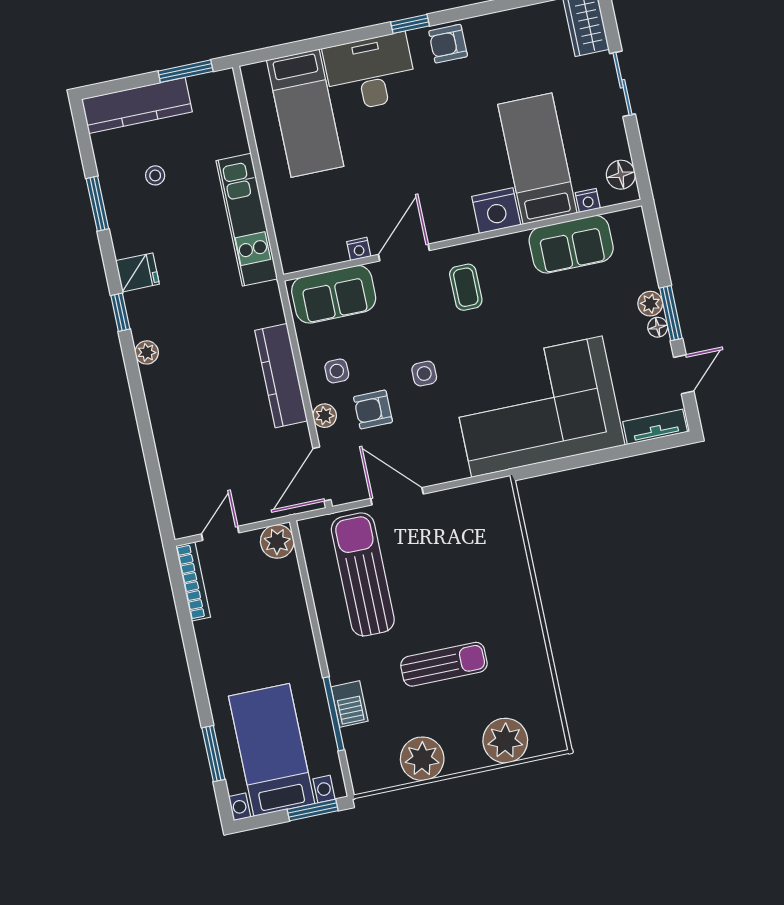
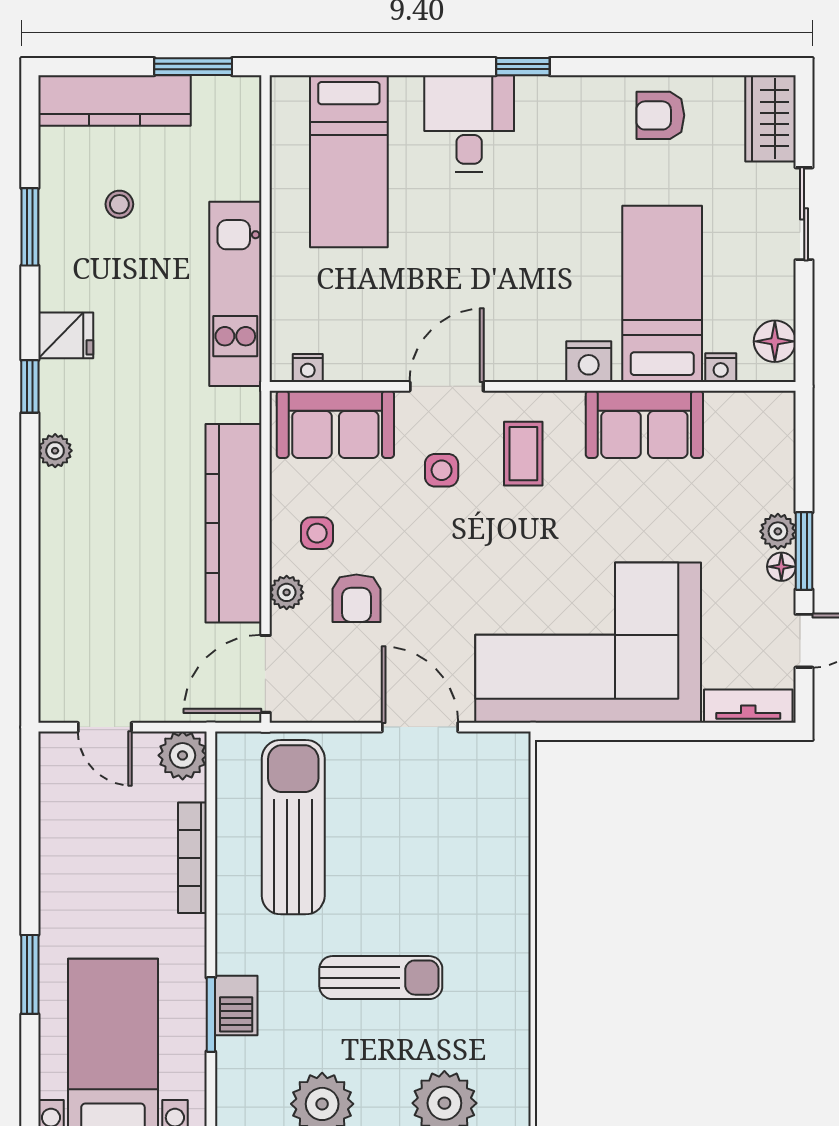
armchair: (448, 44) -> (660, 115), moved
desk: (370, 73) -> (469, 123), width x0.73
nightstand: (496, 211) -> (589, 362), width x0.74, depth x0.75
sofa: (571, 244) -> (644, 424), moved
nightstand: (359, 249) -> (308, 368), moved
side table: (424, 374) -> (442, 470), moved
kitchen counter: (281, 376) -> (233, 523), width x1.39, depth x1.17
armchair: (373, 410) -> (356, 598), turned -90
door: (397, 496) -> (420, 727), moved
door: (220, 533) -> (105, 727), swing flipped
bookcase: (193, 581) -> (192, 858), moved, turned 180
window: (334, 714) -> (211, 1015), width x0.69
window: (213, 754) -> (30, 974), moved

